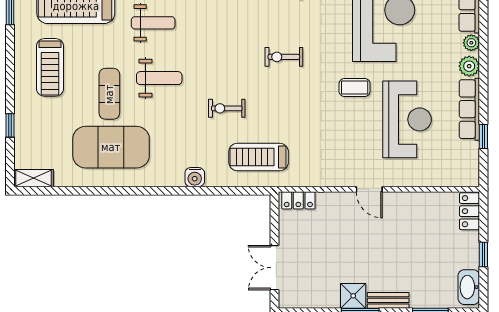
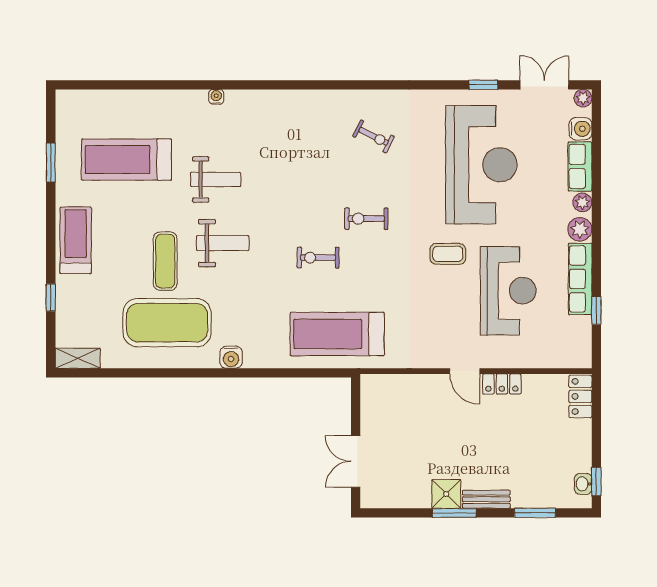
treadmill: (50, 67) -> (76, 240), moved, turned 180
exercise bike: (227, 108) -> (318, 258), moved
treadmill: (259, 157) -> (337, 334), width x1.37, depth x1.38
water cooler: (195, 177) -> (231, 357), moved
locker: (298, 200) -> (502, 384), moved
window: (483, 255) -> (596, 482), moved
washbasin: (469, 287) -> (583, 484), width x0.52, depth x0.69

